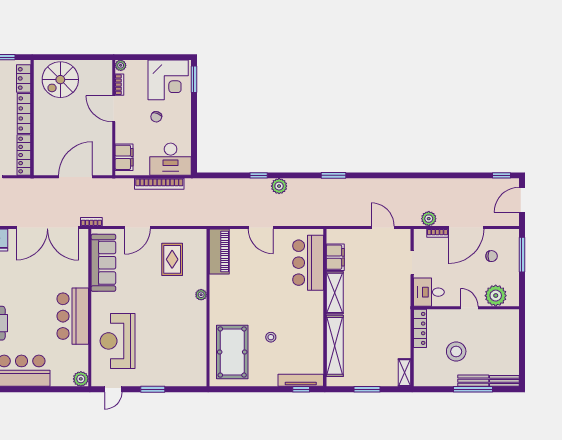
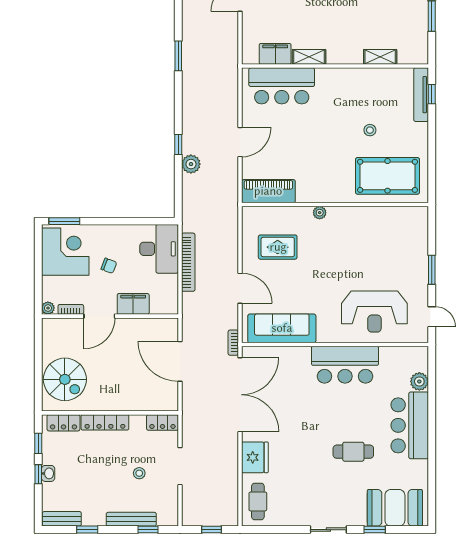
locker: (24, 155) -> (162, 422), width x0.66
filing cabinet: (124, 157) -> (133, 304), moved
plant: (279, 186) -> (191, 164), moved
shelving: (335, 293) -> (309, 57), width x0.67, depth x0.75
shelving: (335, 346) -> (380, 57), width x0.45, depth x0.75
plant: (81, 379) -> (419, 381), moved

